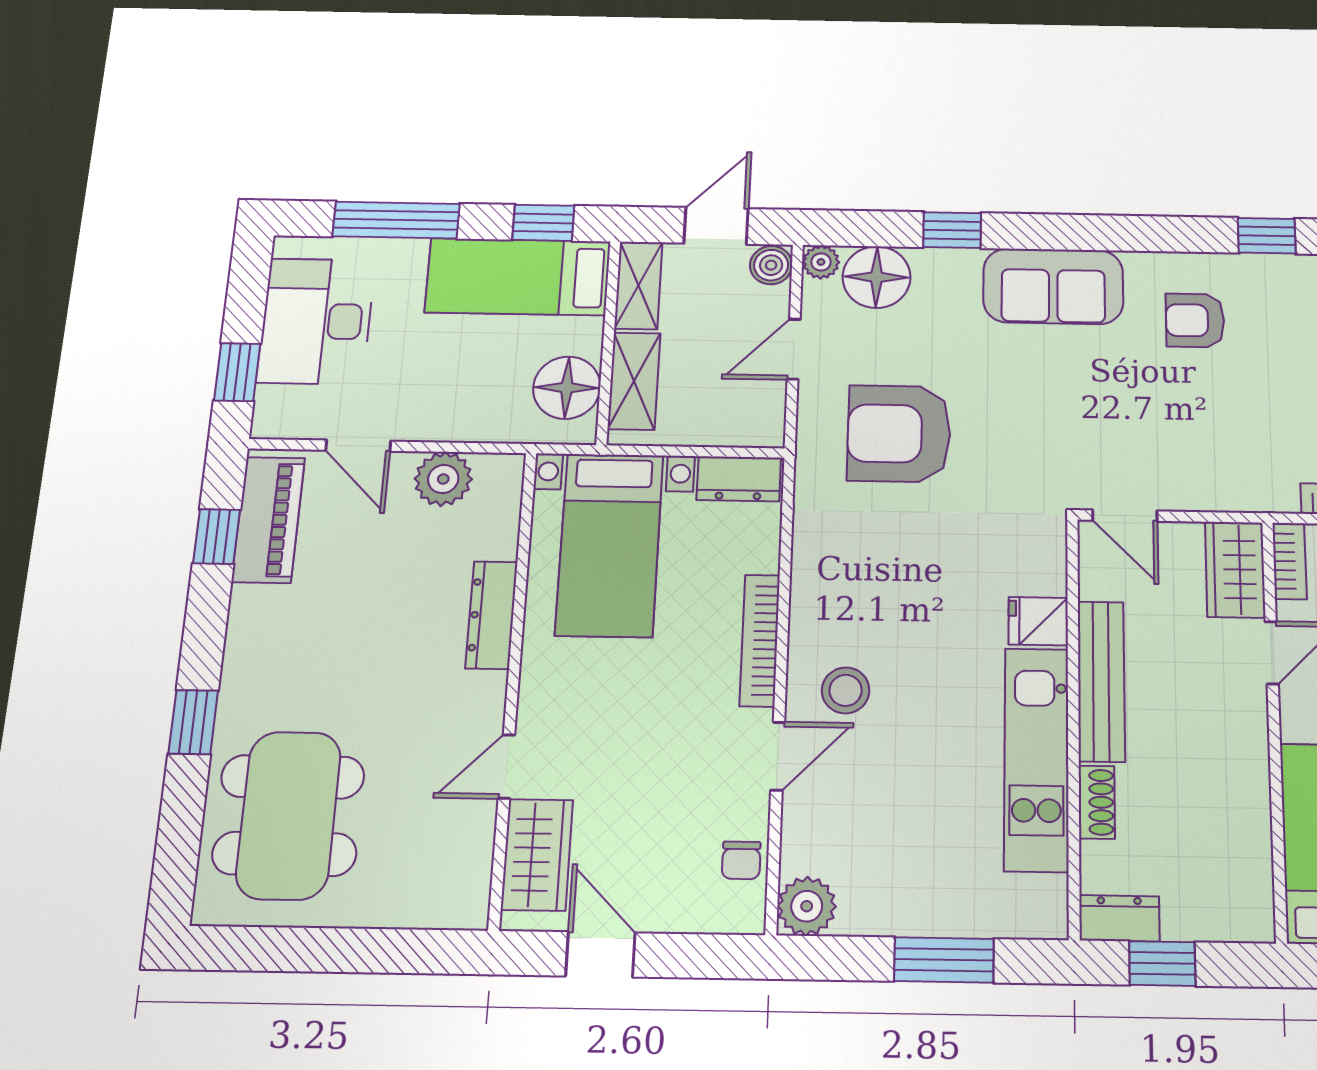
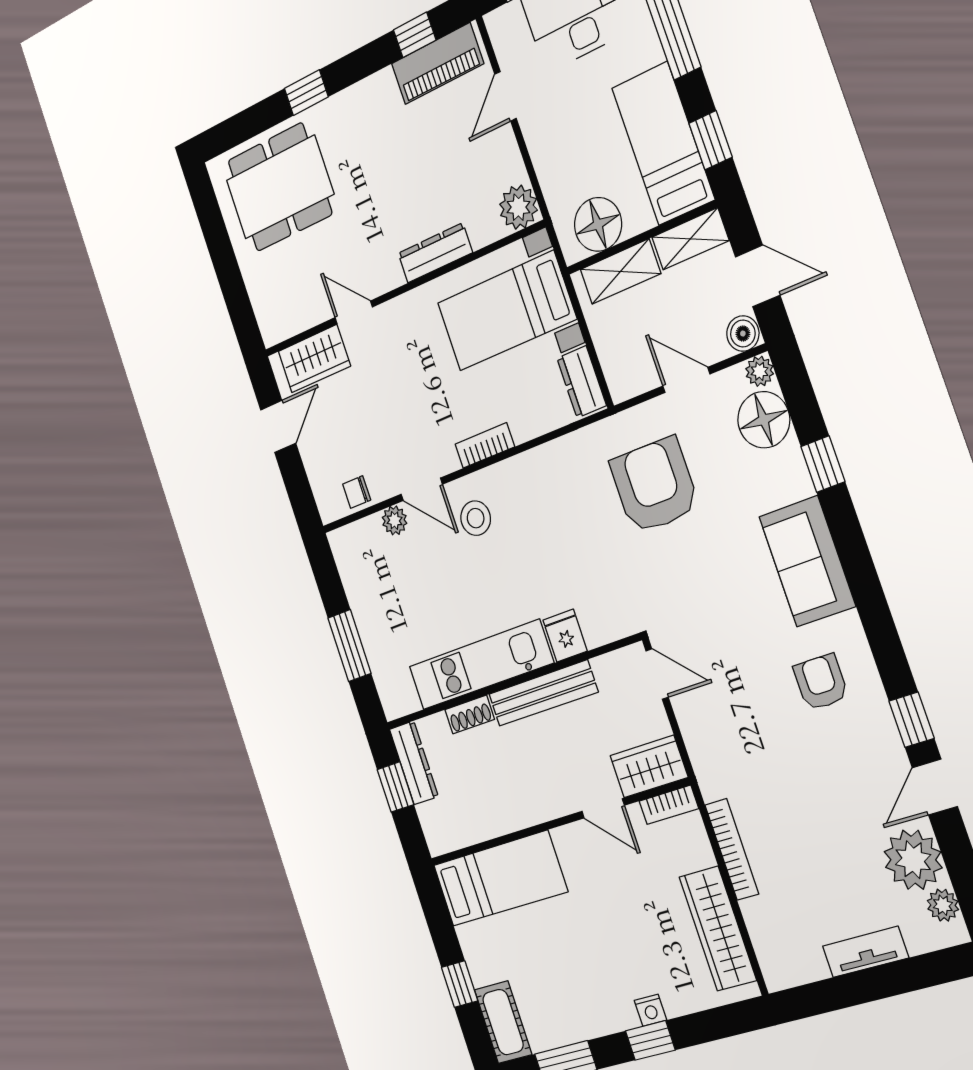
plant: (443, 479) -> (518, 207), moved
door: (1125, 516) -> (657, 674), swing flipped
bookcase: (760, 640) -> (485, 445), width x0.64
plant: (807, 906) -> (395, 520), moved, width x0.73, depth x0.73
dresser: (1119, 918) -> (414, 763), width x1.44

